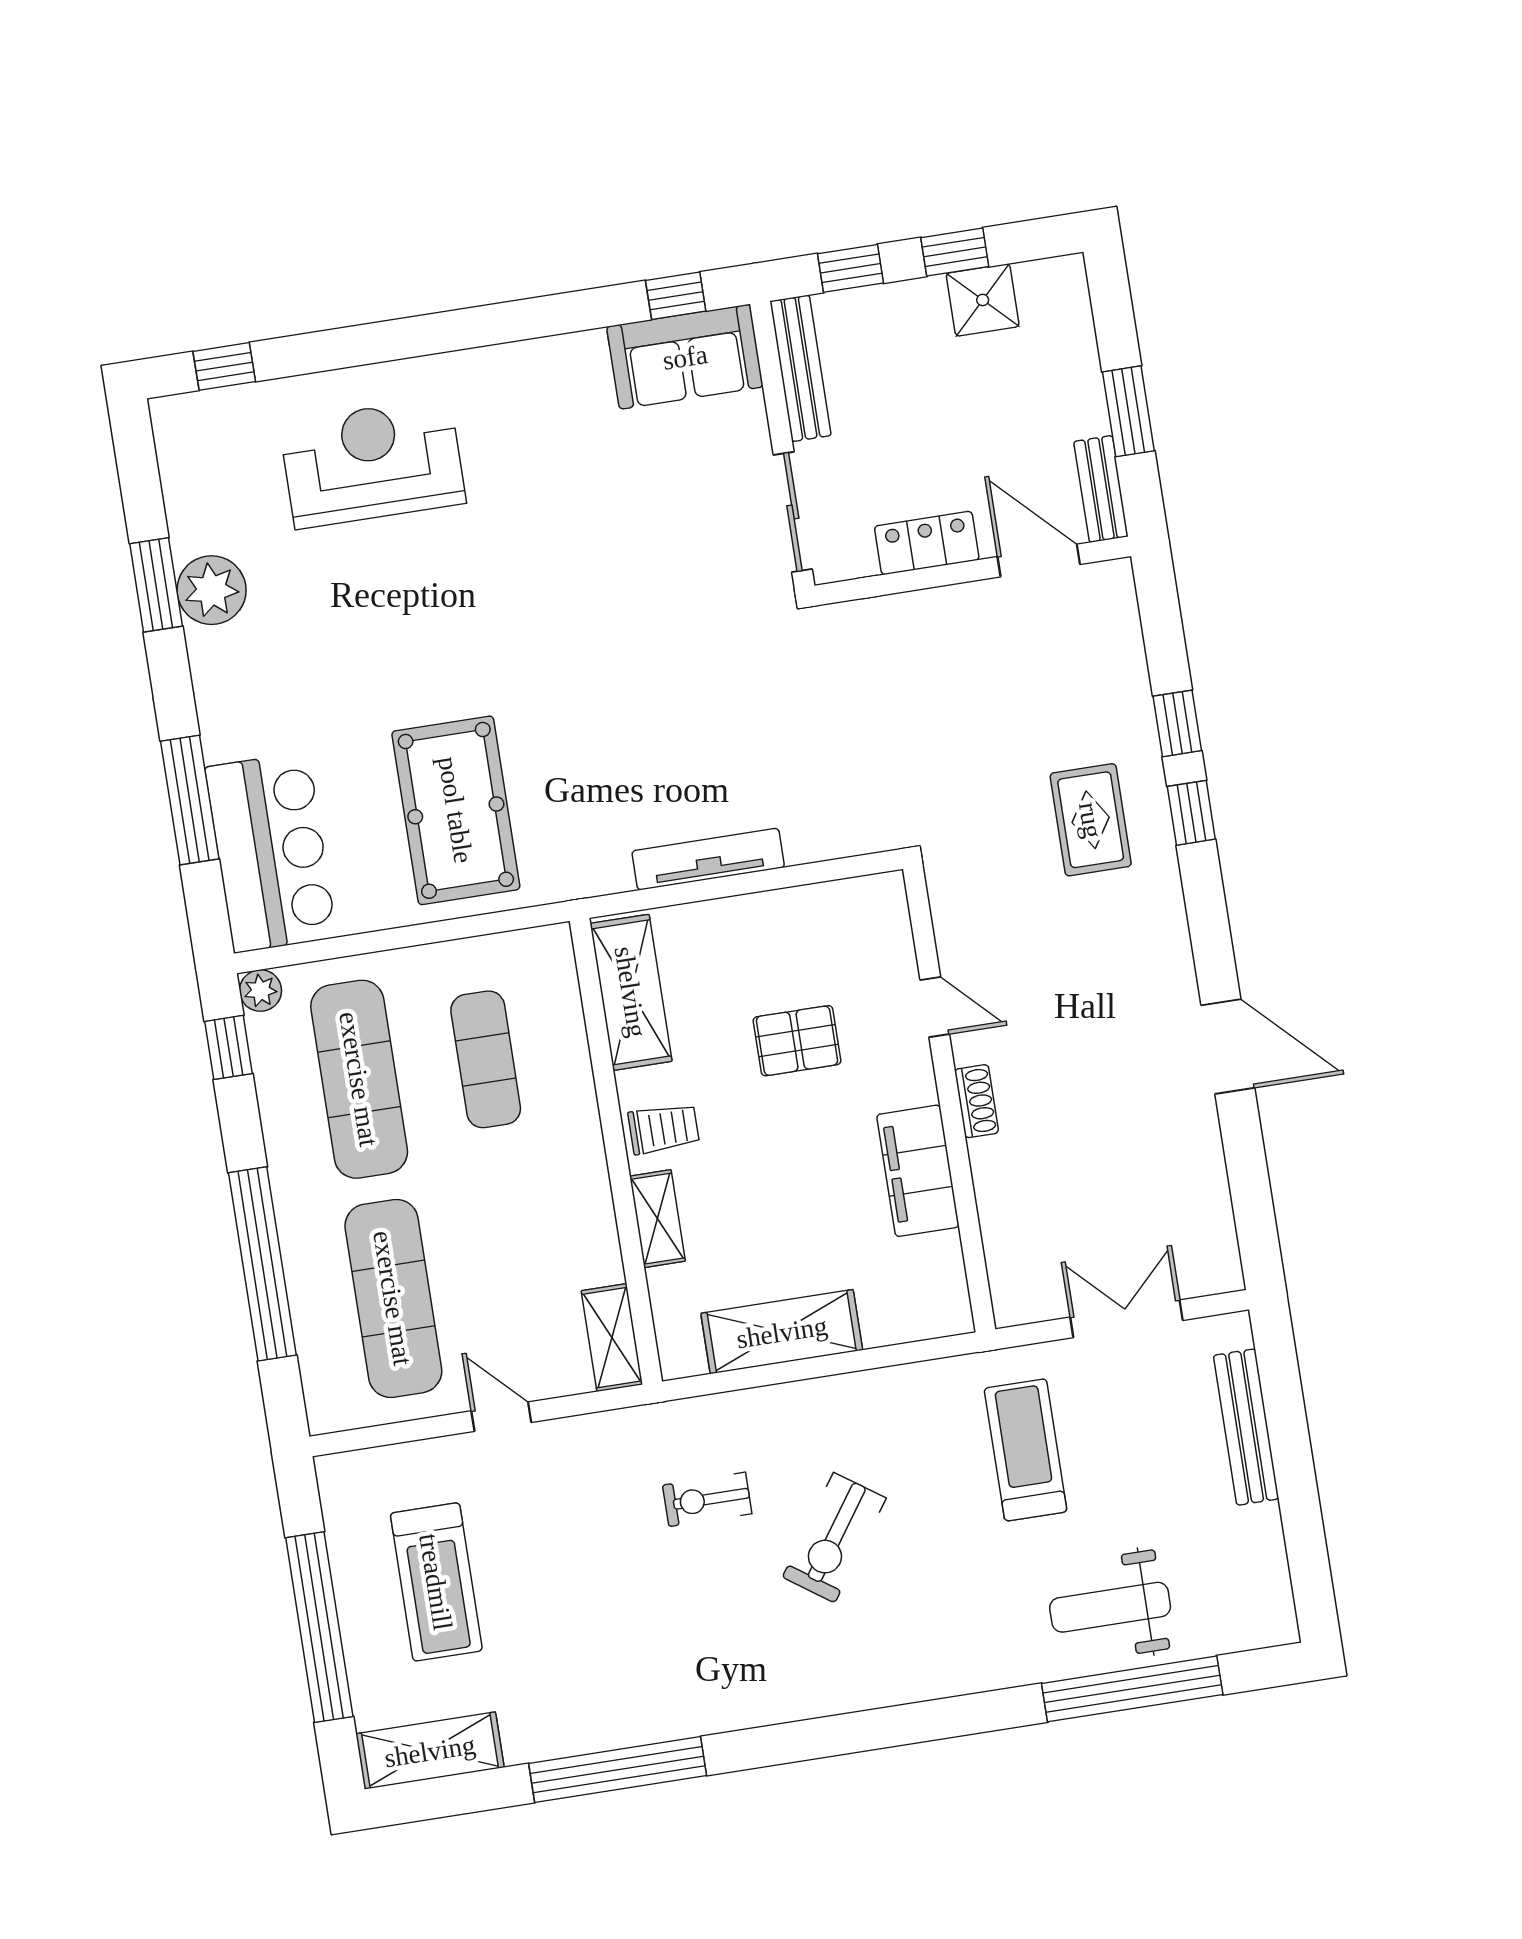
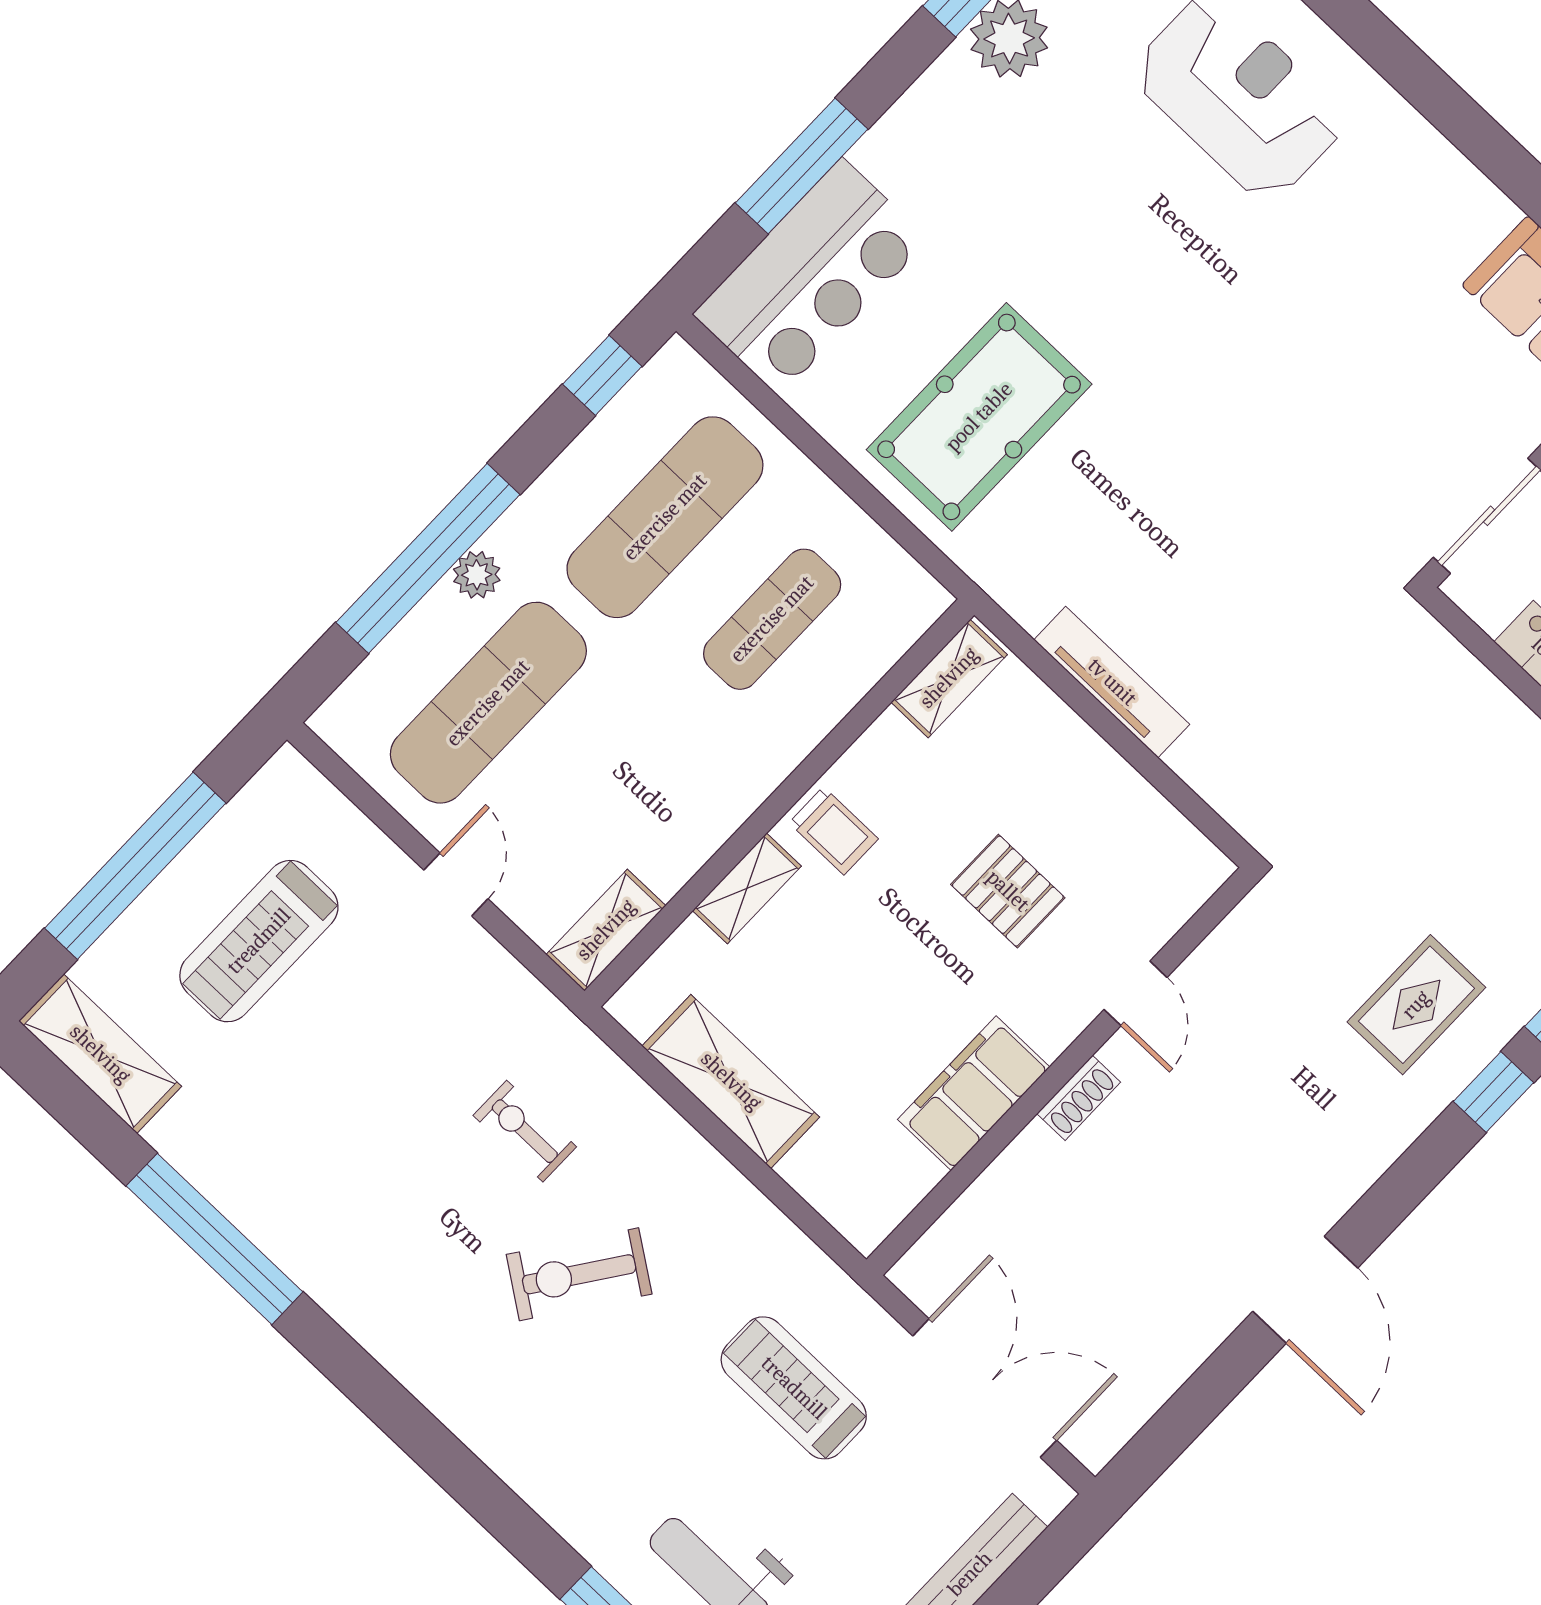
plant: (260, 991) -> (477, 575), moved
shelving: (631, 992) -> (949, 678), width x0.67, depth x0.75
double door: (1126, 1319) -> (985, 1388), width x1.37
treadmill: (1026, 1450) -> (794, 1388), turned -90

